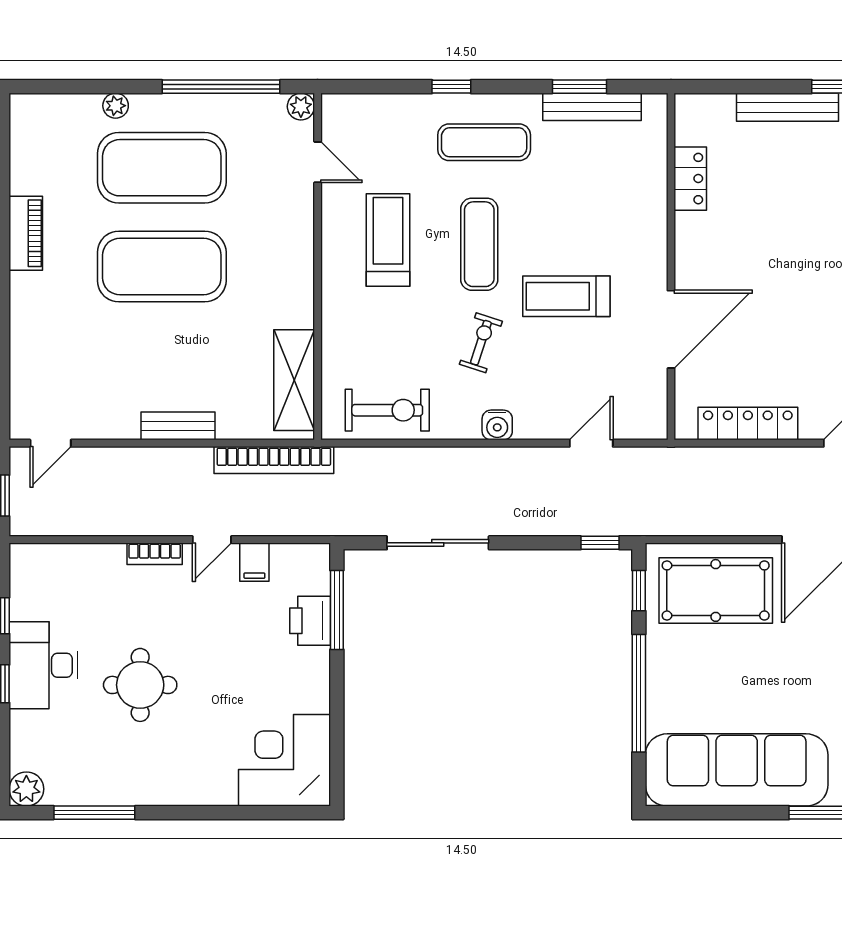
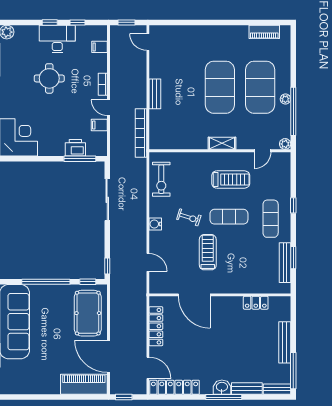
plant: (116, 106) -> (285, 99), moved
piano: (26, 233) -> (264, 32), moved
shelving: (294, 380) -> (222, 143), moved, width x0.67, depth x0.75
filing cabinet: (63, 562) -> (100, 47), added

